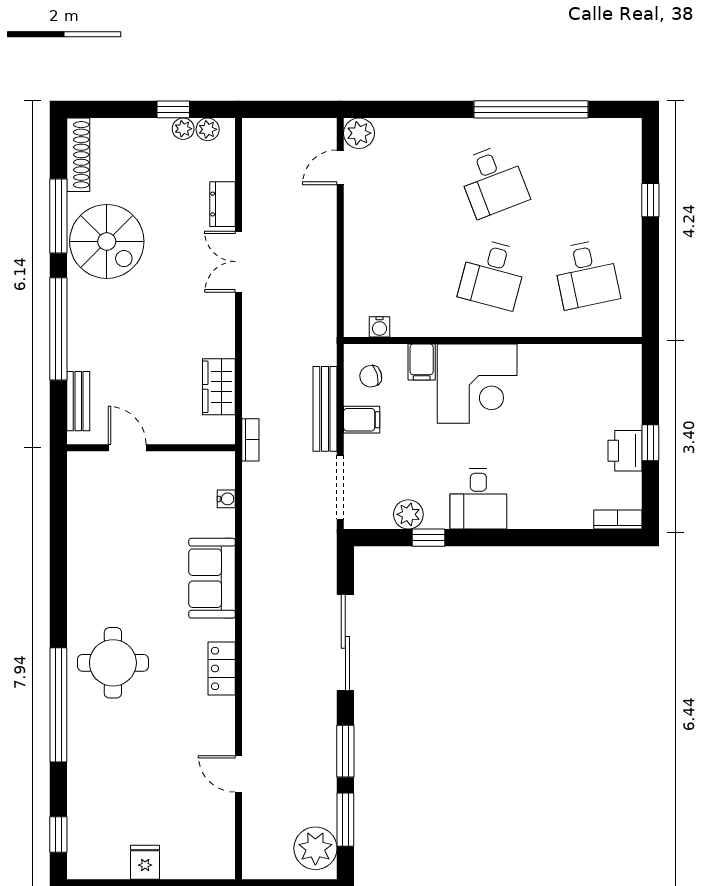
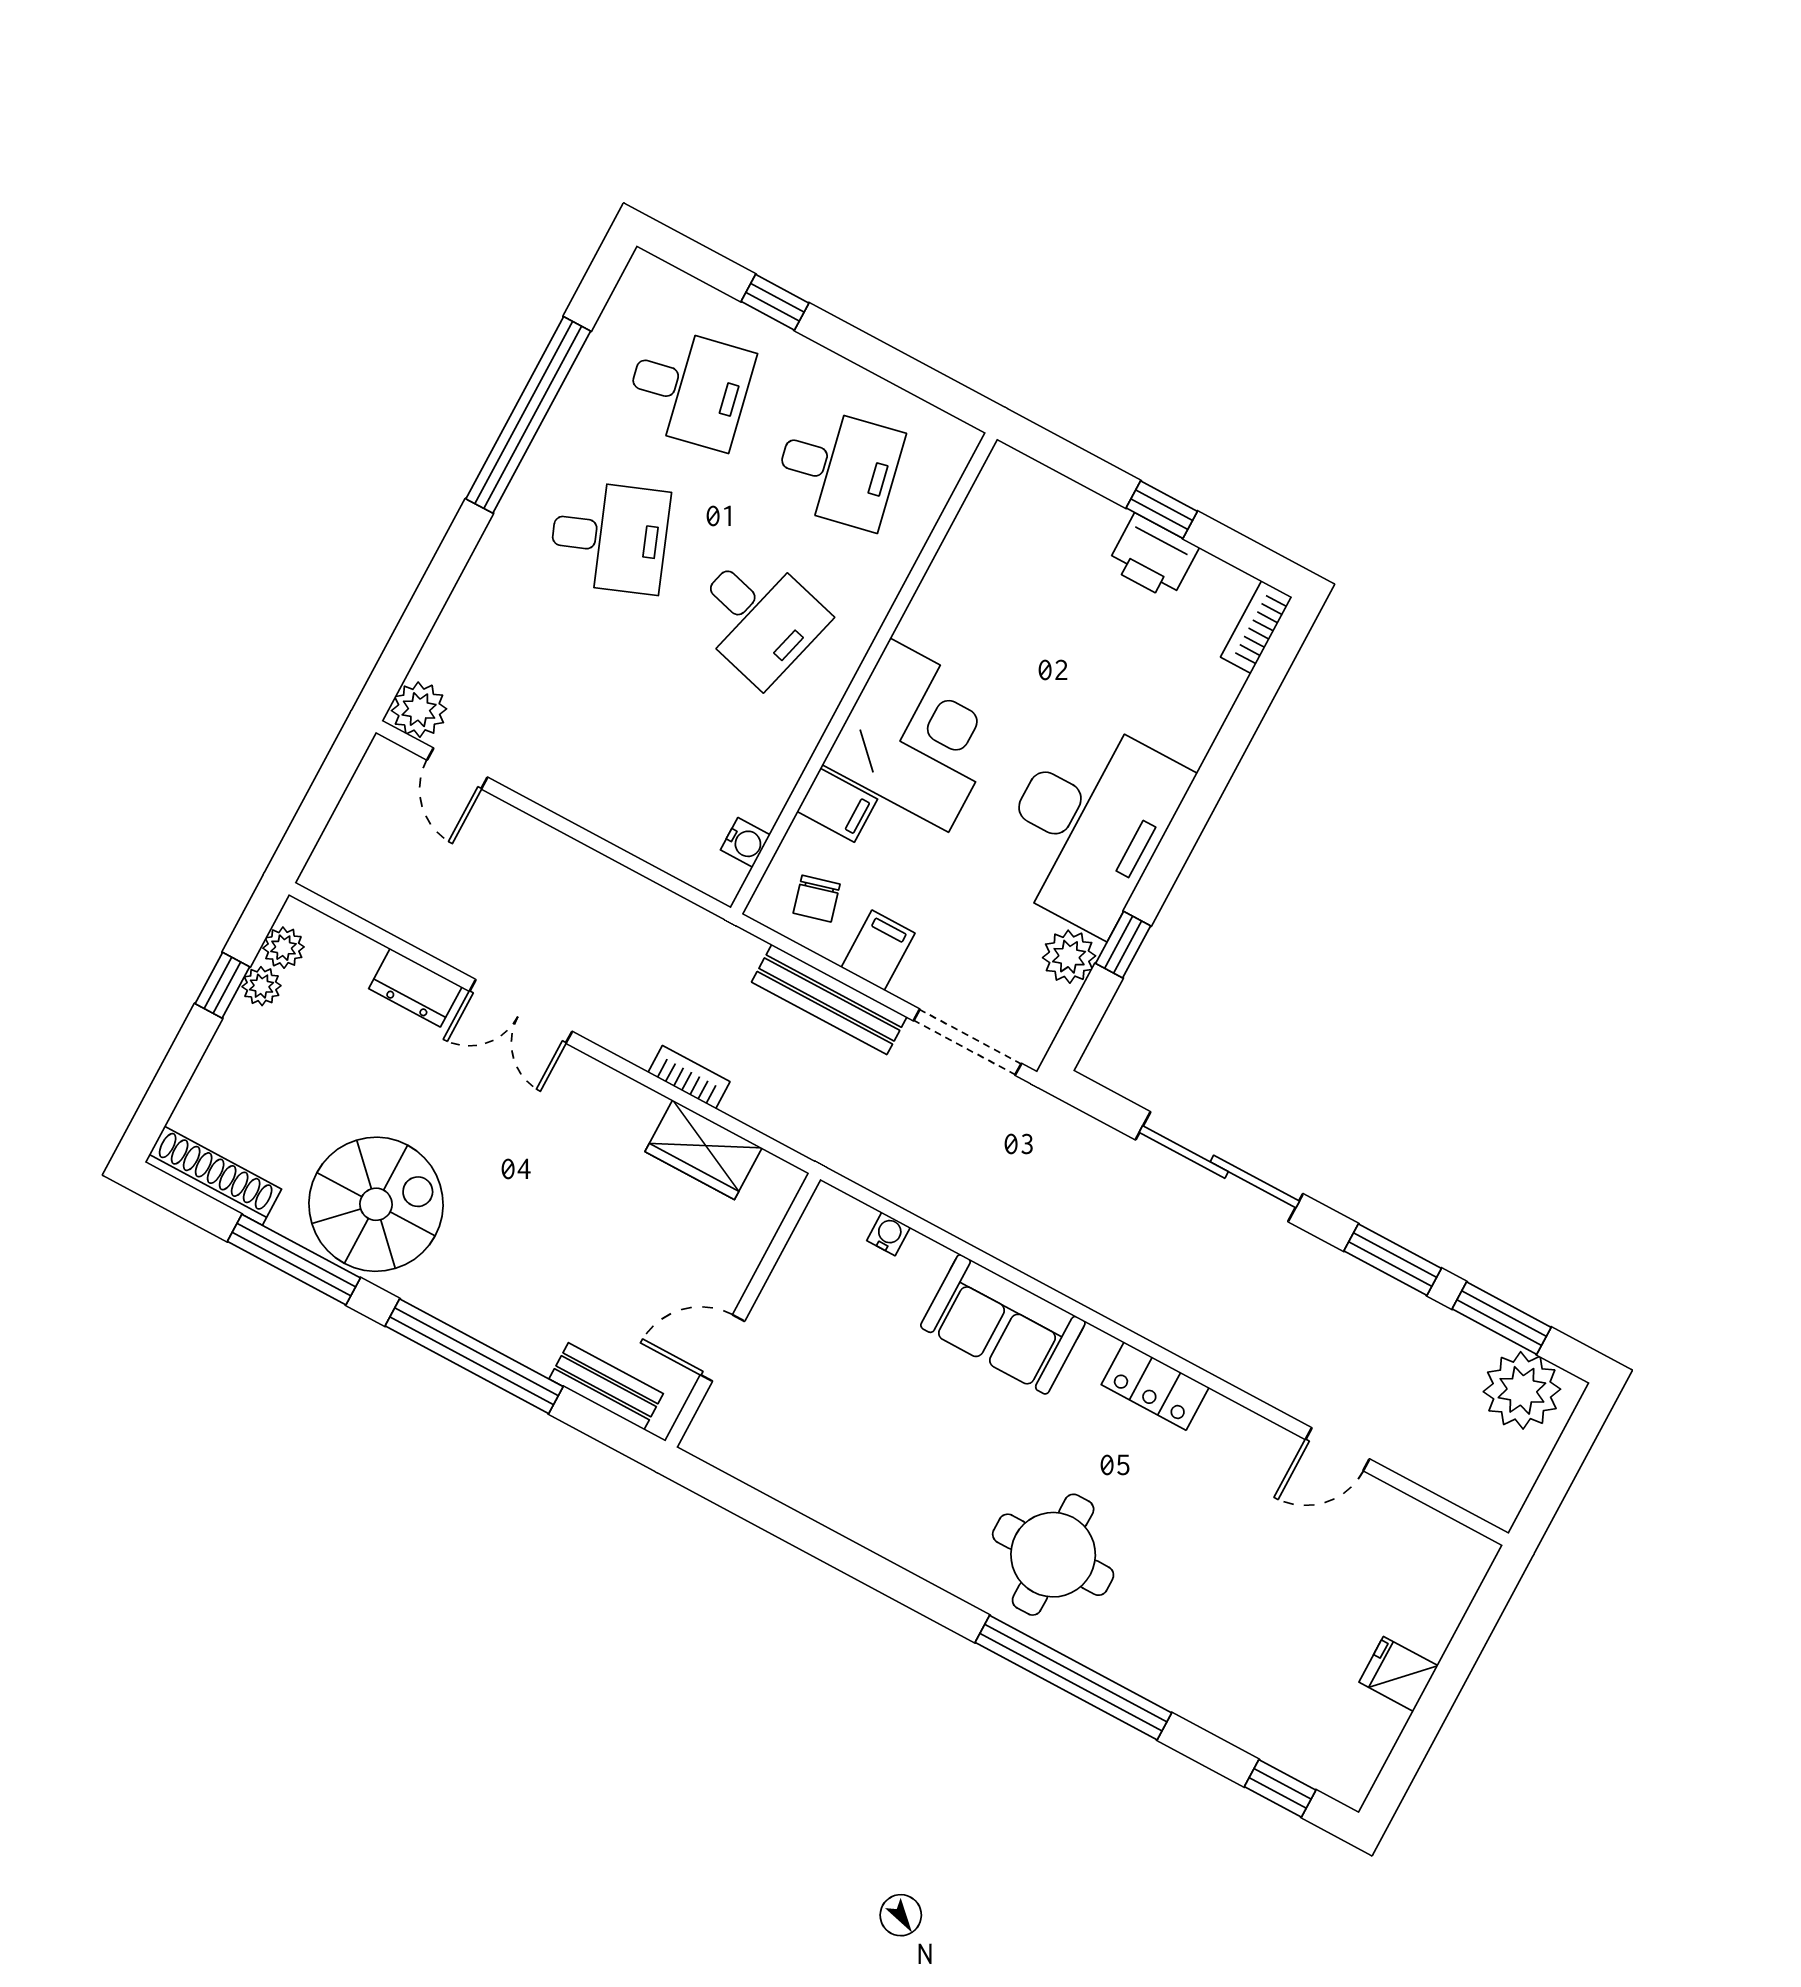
desk: (586, 181) -> (689, 388), added
bookcase: (250, 440) -> (689, 1077), moved
desk: (478, 499) -> (1089, 824), width x1.87, depth x1.30

